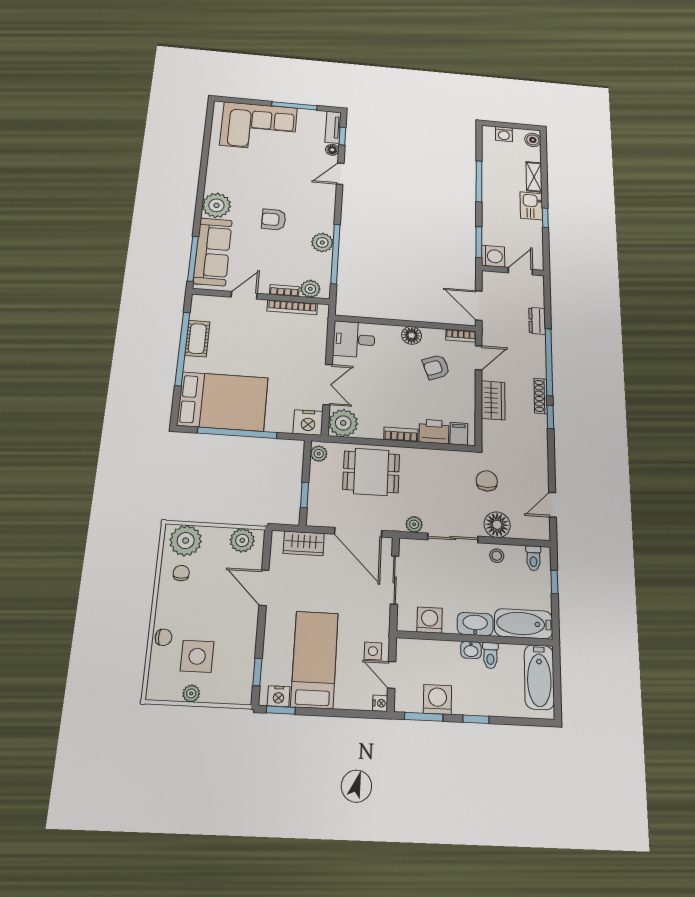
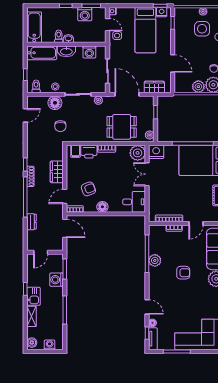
door: (340, 174) -> (147, 307), hinge flipped
washing machine: (493, 256) -> (57, 280), moved
plant: (310, 289) -> (160, 231), removed
plant: (242, 540) -> (198, 87), moved

